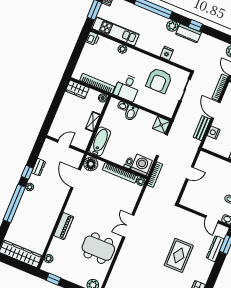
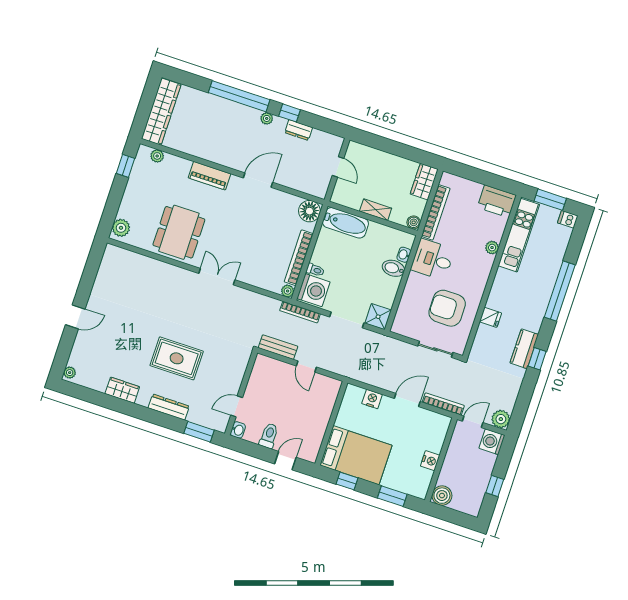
plant: (172, 26) -> (534, 323), removed
printer: (93, 38) -> (497, 201), width x1.87, depth x1.48
bench: (202, 128) -> (278, 347), moved
door: (76, 179) -> (258, 180), moved
dresser: (215, 249) -> (169, 407), moved

